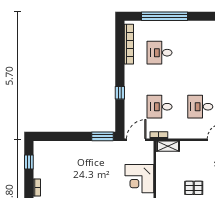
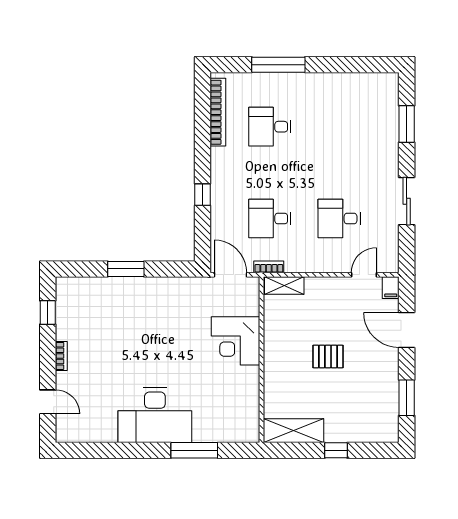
window: (165, 16) -> (278, 65), width x0.68
window: (102, 136) -> (126, 269), moved
door: (136, 140) -> (230, 275), hinge flipped

